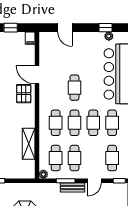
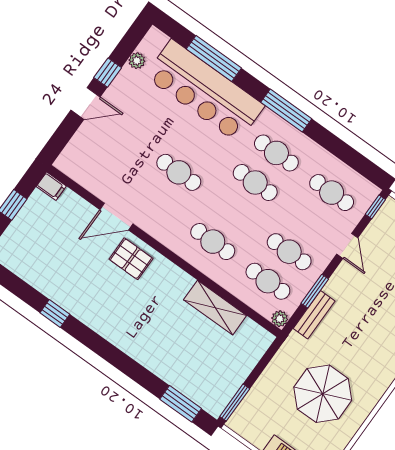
door: (65, 28) -> (86, 103), moved
window: (105, 28) -> (108, 73), moved
cafe table: (74, 123) -> (234, 212), removed
bench: (73, 188) -> (314, 315), moved

